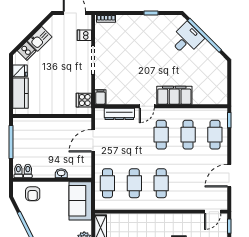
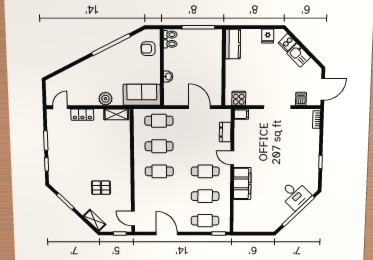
kitchen counter: (20, 93) -> (233, 44), moved, turned -90
dresser: (119, 114) -> (225, 132), width x0.70

